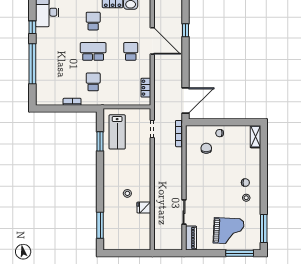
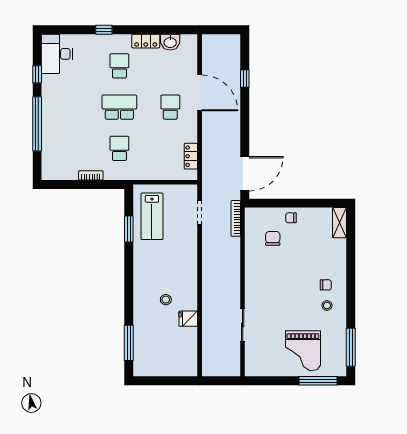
grand piano: (228, 231) -> (303, 351), turned 87
piano: (191, 238) -> (252, 360), removed

